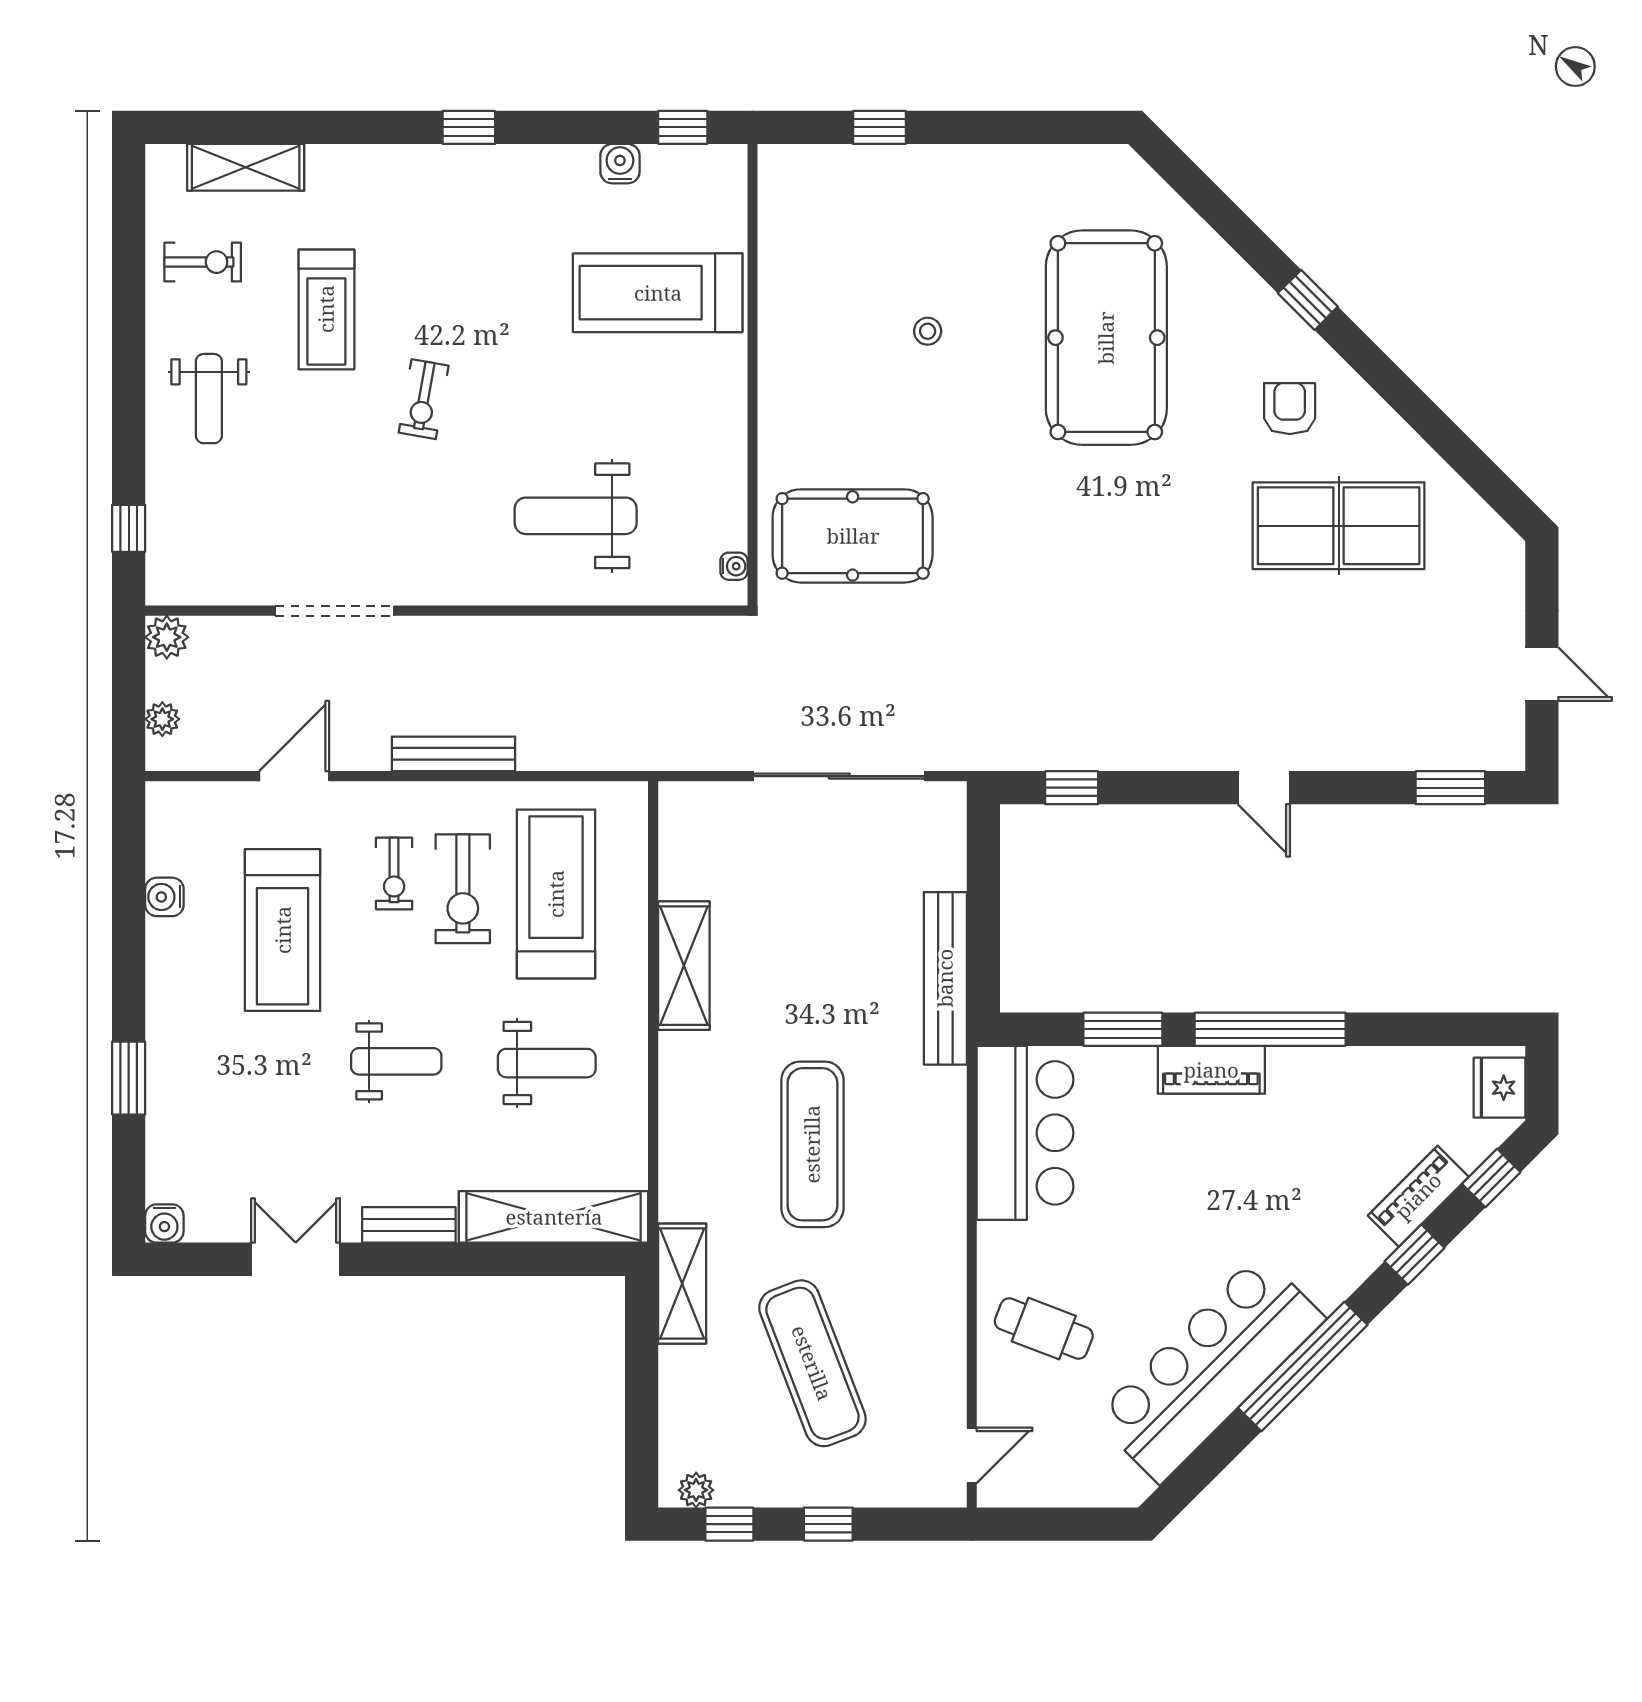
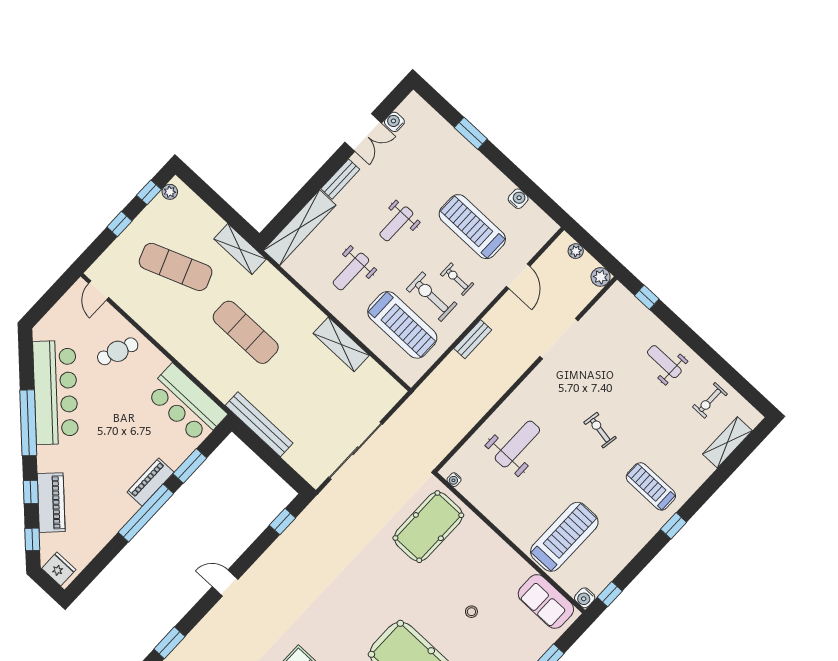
water cooler: (620, 164) -> (585, 598), moved, turned 90
sofa: (794, 223) -> (546, 601), added
treadmill: (326, 309) -> (651, 486), moved
bench: (454, 754) -> (473, 339), width x0.73
piano: (1418, 1196) -> (51, 503), width x1.37, depth x1.33
water cooler: (164, 1224) -> (394, 122), moved

